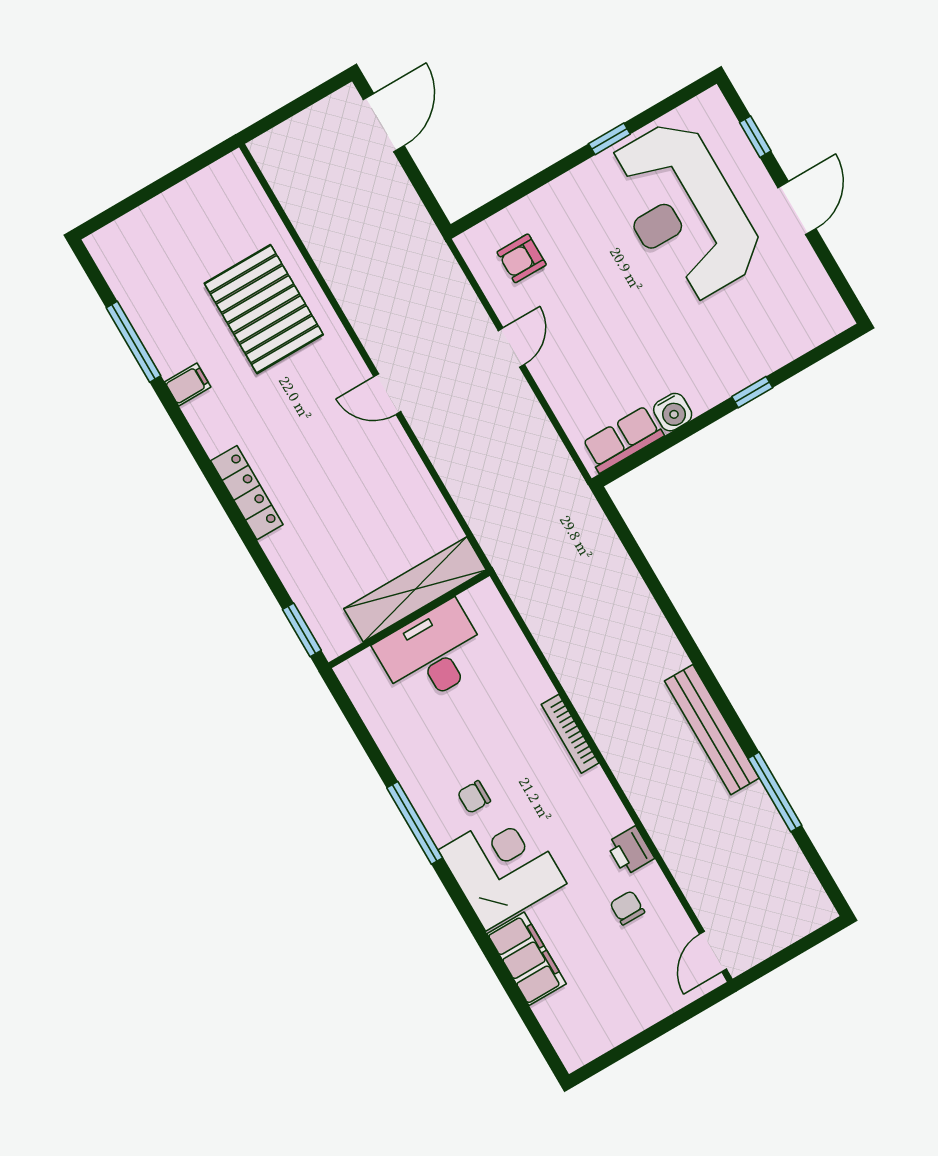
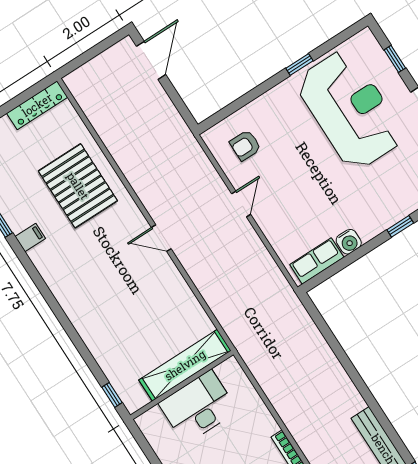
reception desk: (684, 211) -> (350, 110), turned 180
locker: (247, 493) -> (37, 105), moved, turned 90
window: (302, 630) -> (112, 395), width x0.67

